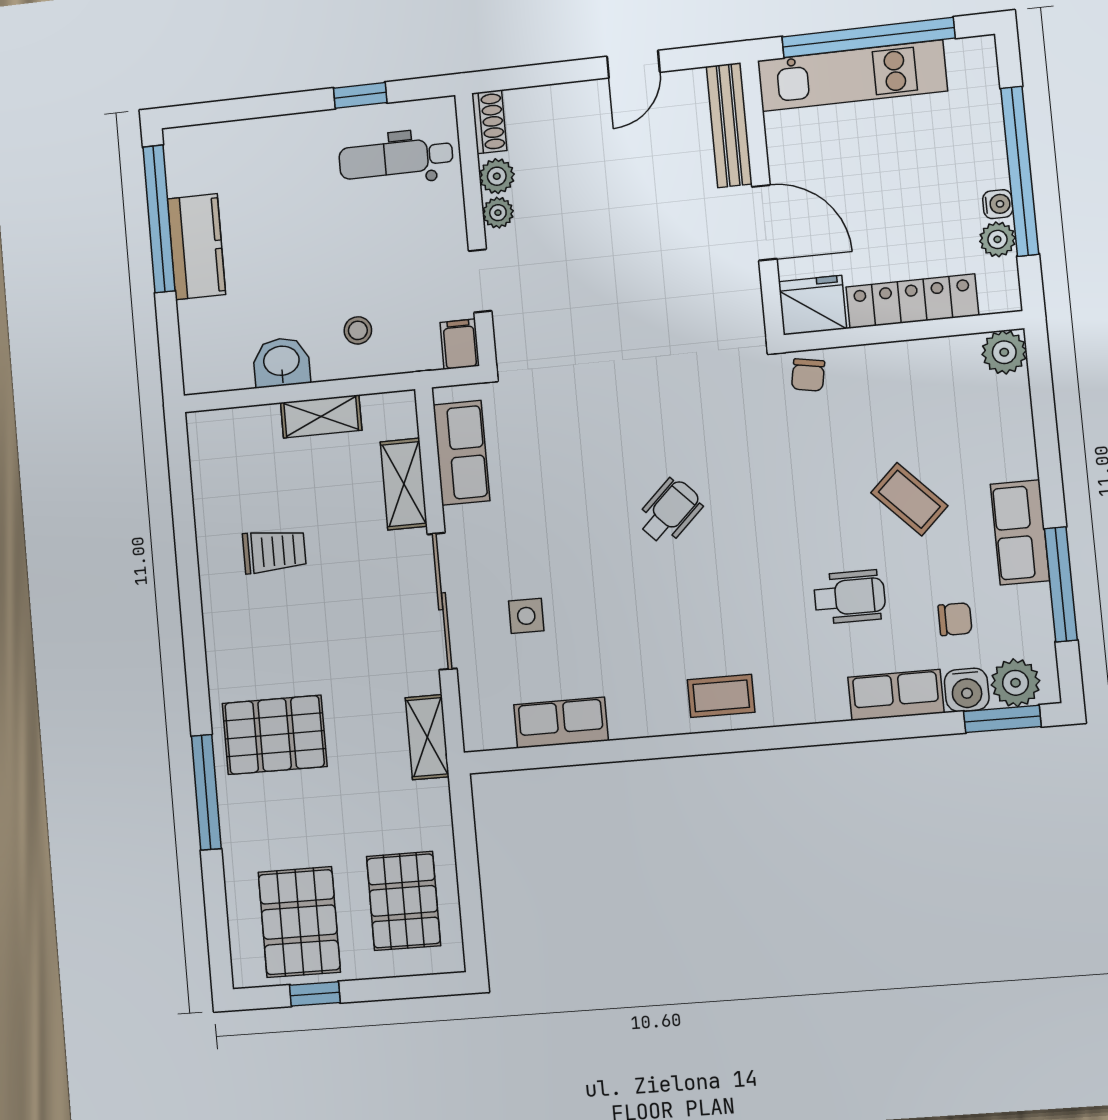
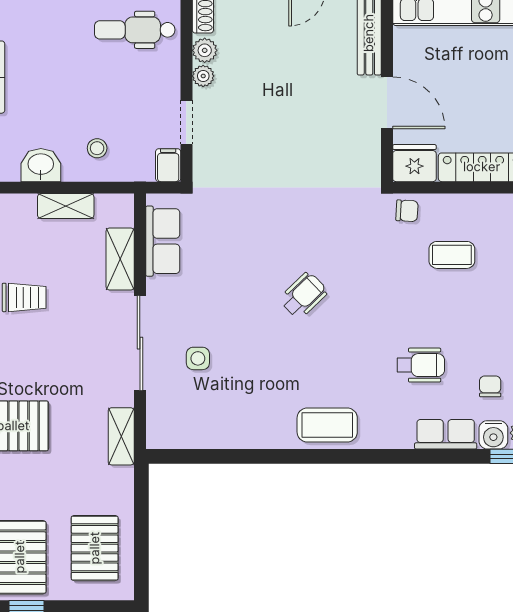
chair: (808, 375) -> (407, 211), turned -97
coffee table: (909, 499) -> (452, 255), moved, turned -46
chair: (955, 619) -> (490, 386), turned -90
coffee table: (721, 696) -> (327, 425), width x1.36, depth x1.30
row of seats: (561, 723) -> (215, 434), removed

